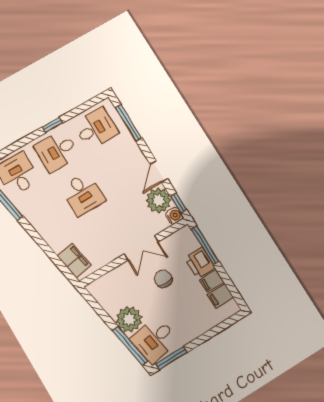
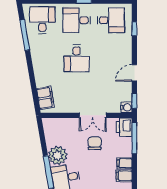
window: (128, 123) -> (134, 29), width x0.46
plant: (158, 200) -> (122, 92), removed
printer: (200, 263) -> (124, 127), moved

